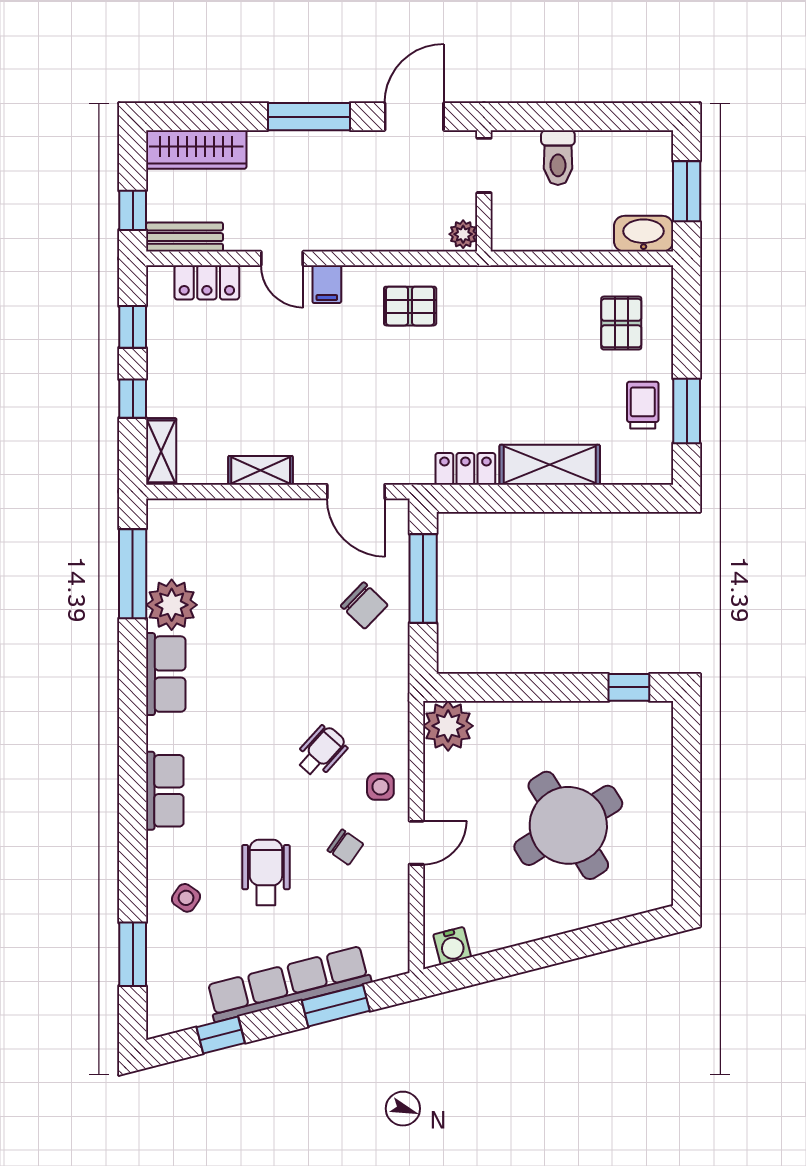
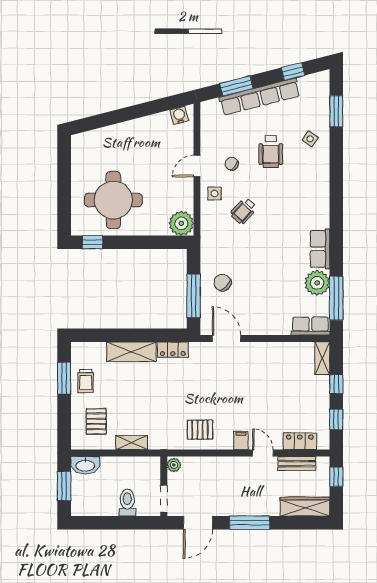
bench: (185, 237) -> (297, 464), moved
shelving: (261, 470) -> (132, 443), moved
row of seats: (165, 791) -> (310, 326), moved, turned 90
round table: (568, 825) -> (113, 200), moved, turned 32

